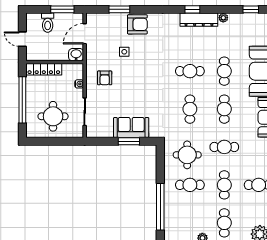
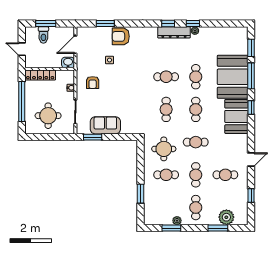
window: (62, 9) -> (46, 24), moved
window: (251, 9) -> (193, 24), moved
armchair: (137, 24) -> (121, 36), turned 180
sofa: (131, 127) -> (105, 125), moved
window: (129, 141) -> (93, 137), moved
window: (160, 207) -> (140, 194), width x0.47

